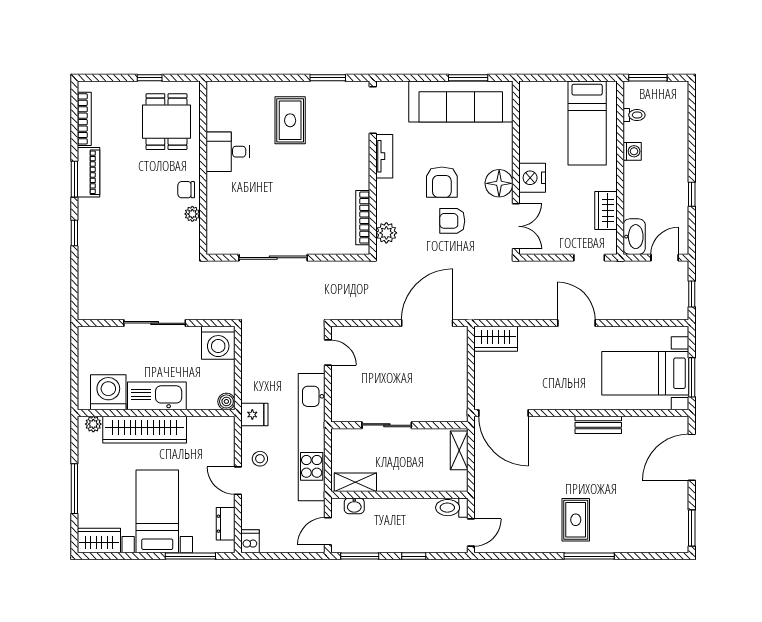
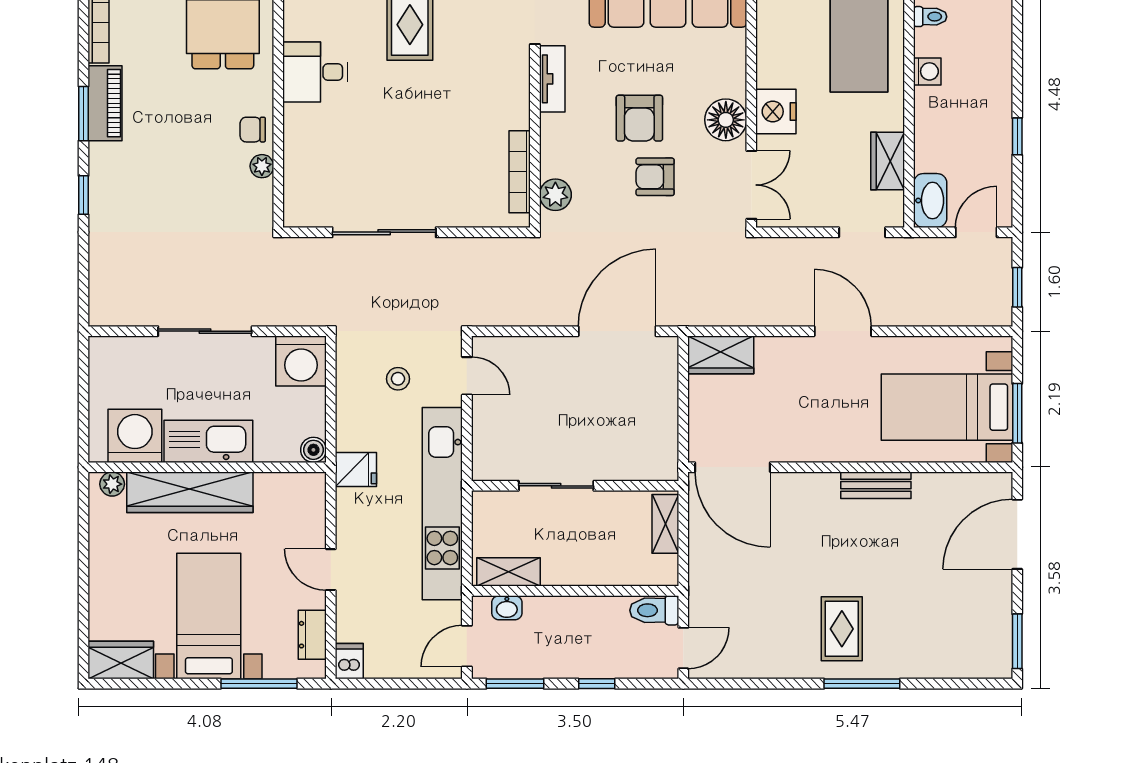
stool: (260, 459) -> (398, 379), moved
window: (74, 489) -> (84, 582), removed

